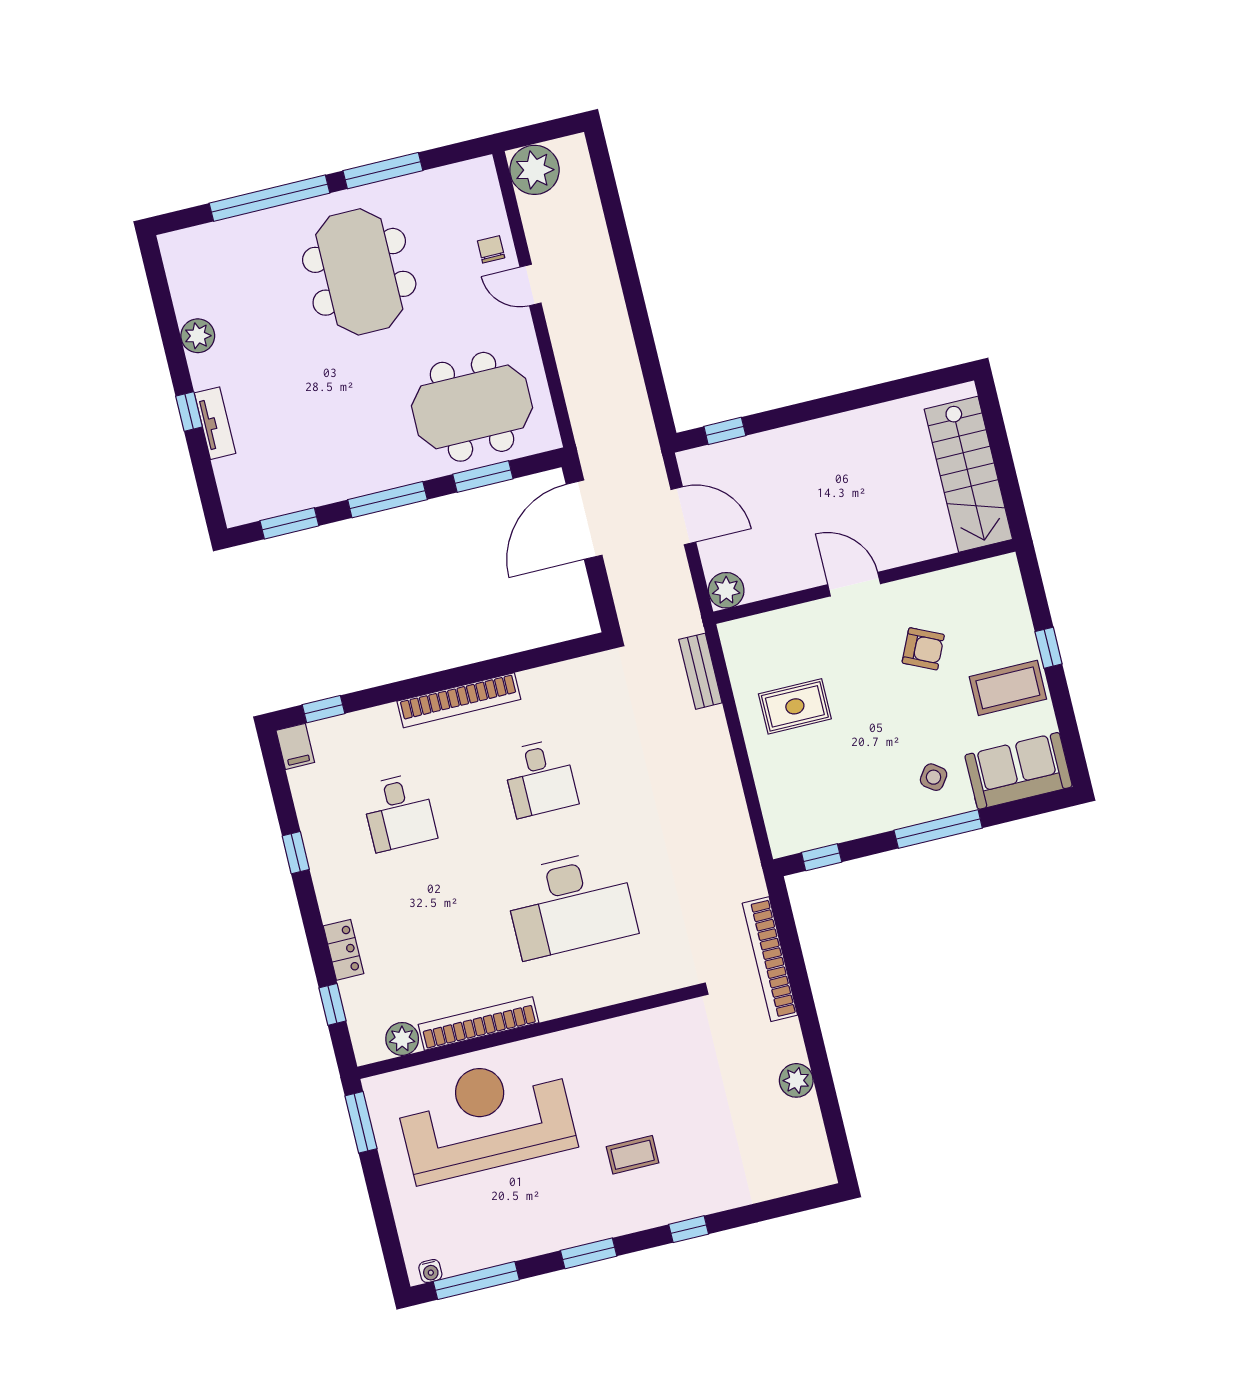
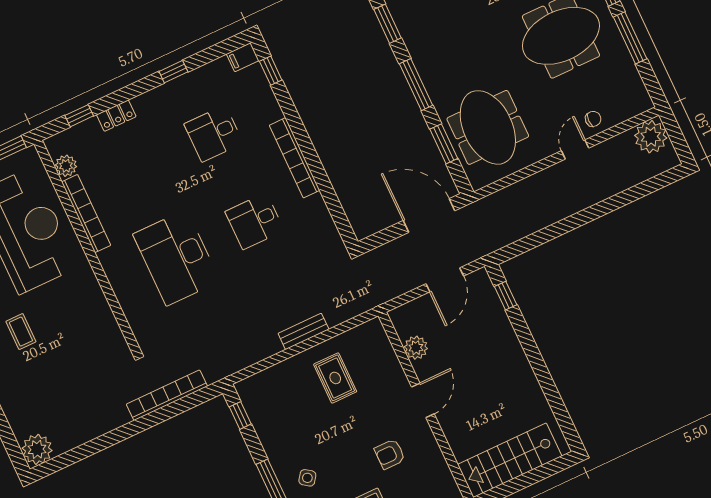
plant: (726, 590) -> (416, 348), moved
armchair: (923, 649) -> (390, 454), turned 65
bench: (700, 671) -> (303, 331), moved
plant: (796, 1080) -> (37, 449), moved, width x1.36, depth x1.36

